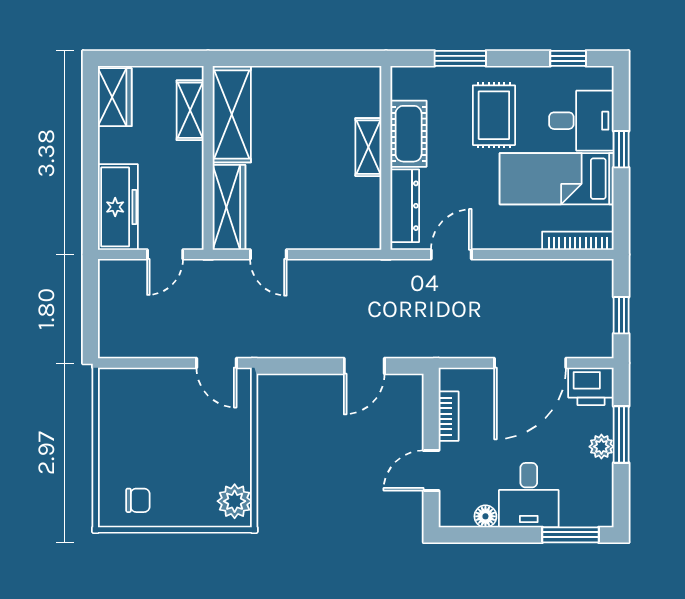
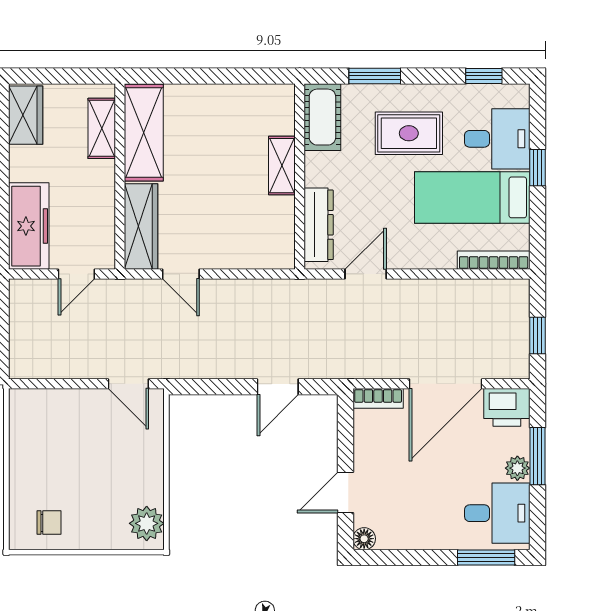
rug: (494, 115) -> (409, 133), turned 90
cot: (409, 134) -> (322, 117), moved
bookcase: (449, 416) -> (378, 398), moved, turned 90
desk: (529, 495) -> (497, 513), moved, turned -90
floor lamp: (485, 516) -> (364, 539), moved

